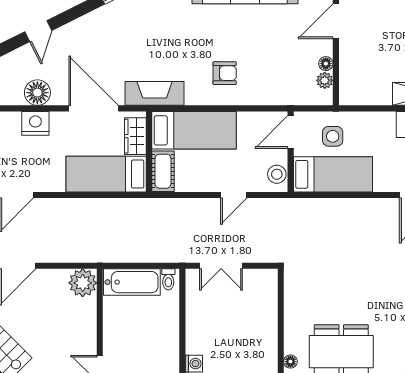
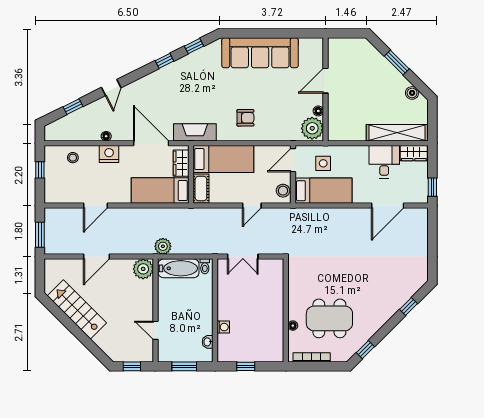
plant: (325, 80) -> (312, 128), width x1.87, depth x1.87
floor lamp: (37, 93) -> (106, 136), width x0.53, depth x0.53
plant: (110, 251) -> (163, 246), added

